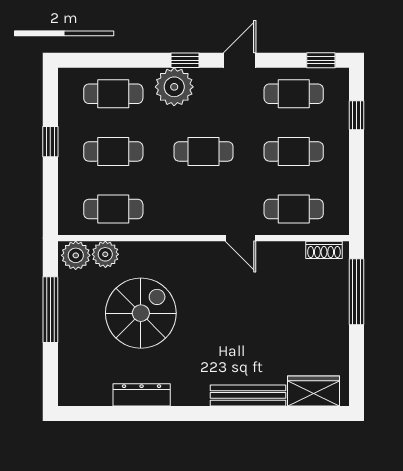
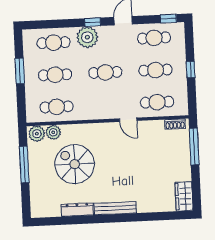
window: (357, 115) -> (191, 70), moved
window: (50, 142) -> (20, 71), width x1.50
spiral stairs: (141, 313) -> (75, 164), turned -90
wardrobe: (314, 391) -> (184, 196), moved, turned -90
bench: (248, 395) -> (115, 208), moved

